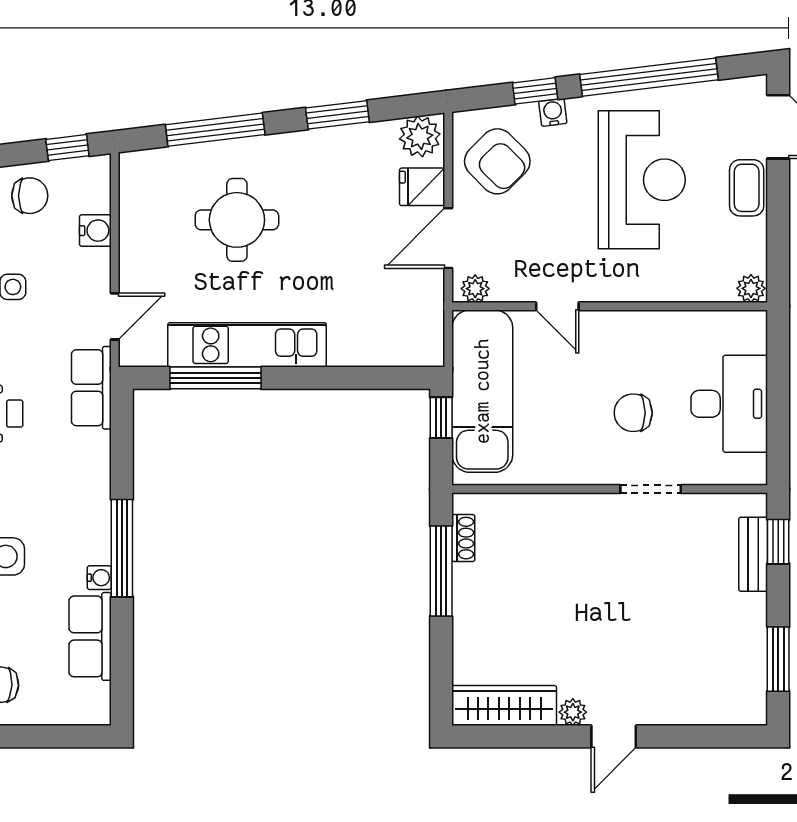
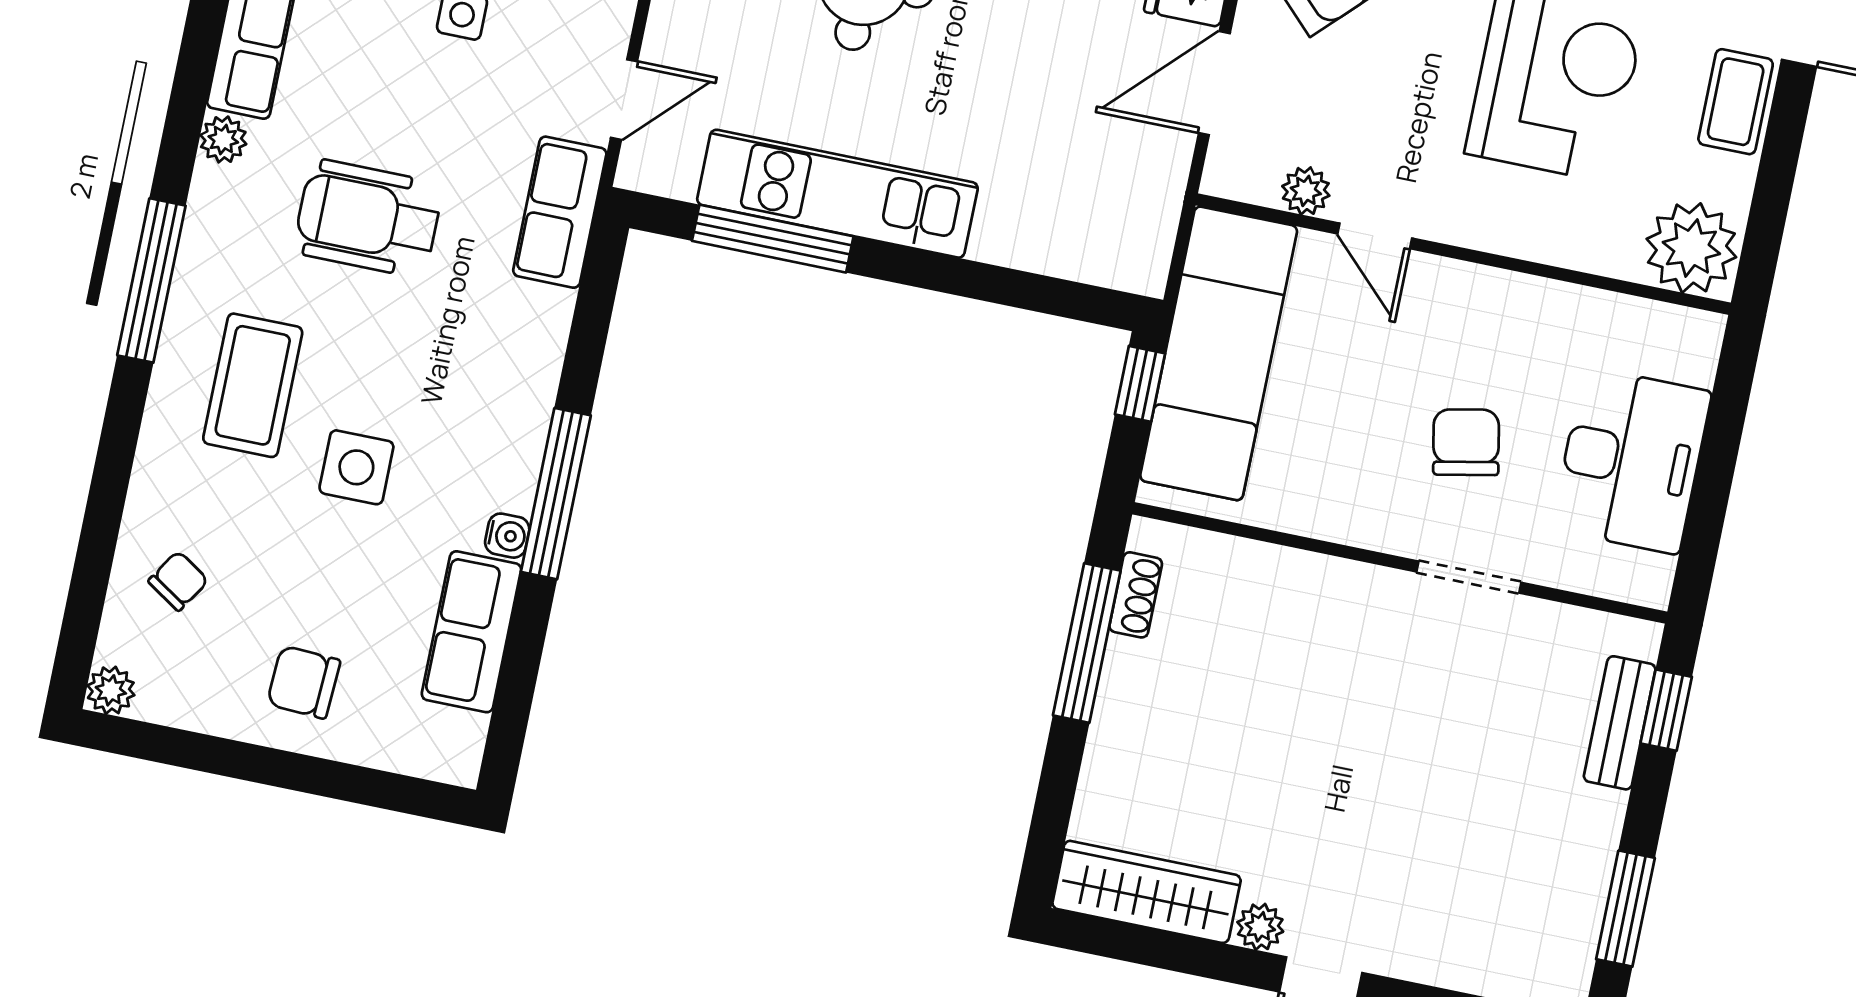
plant: (751, 288) -> (1691, 248), width x1.88, depth x1.88
plant: (475, 289) -> (1306, 191), moved
chair: (633, 413) -> (1466, 442), turned 79

